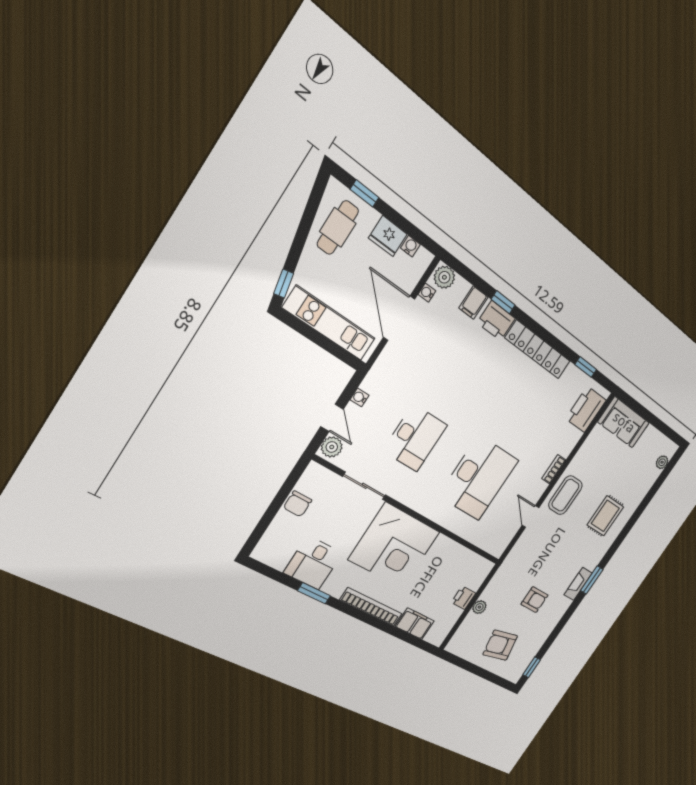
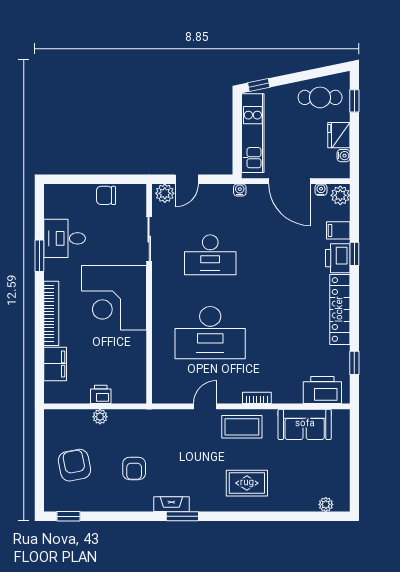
door: (399, 318) -> (289, 181), swing flipped
water cooler: (360, 397) -> (240, 190), moved
sofa: (624, 422) -> (305, 424), moved, turned -90

